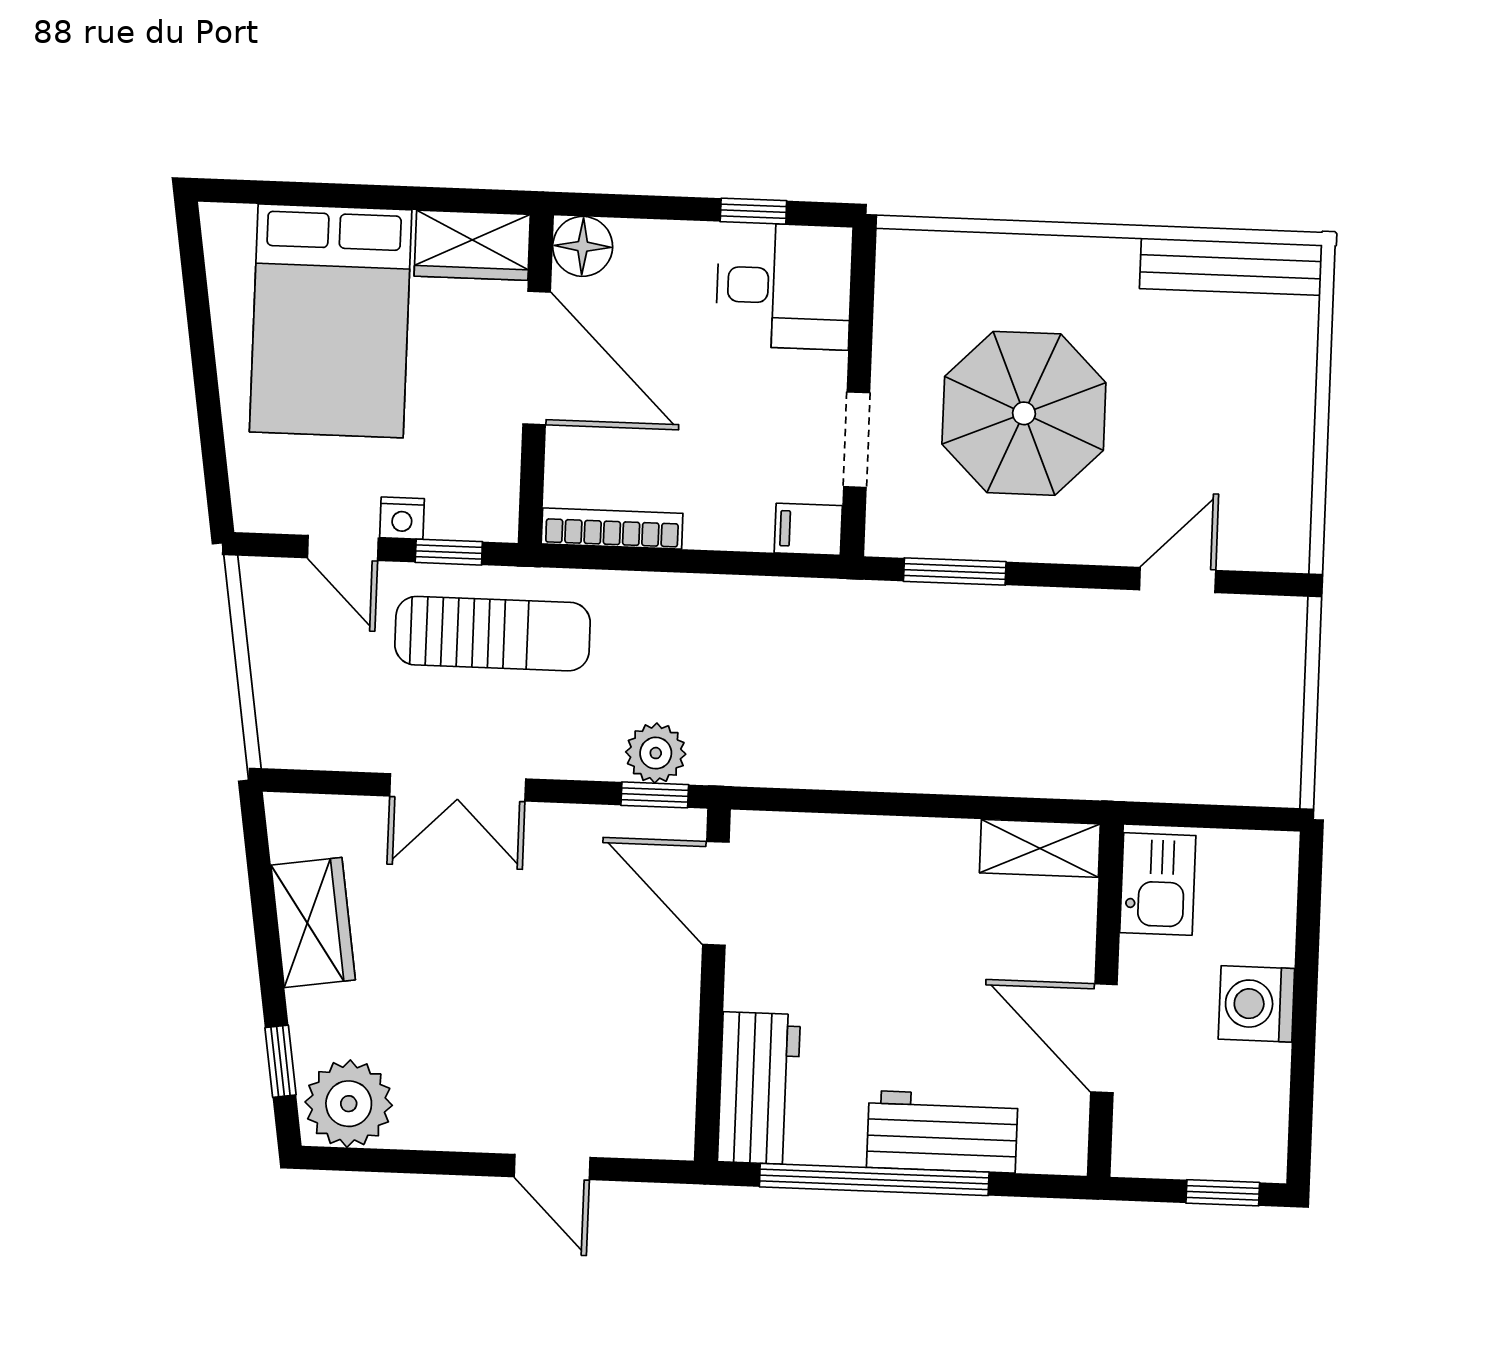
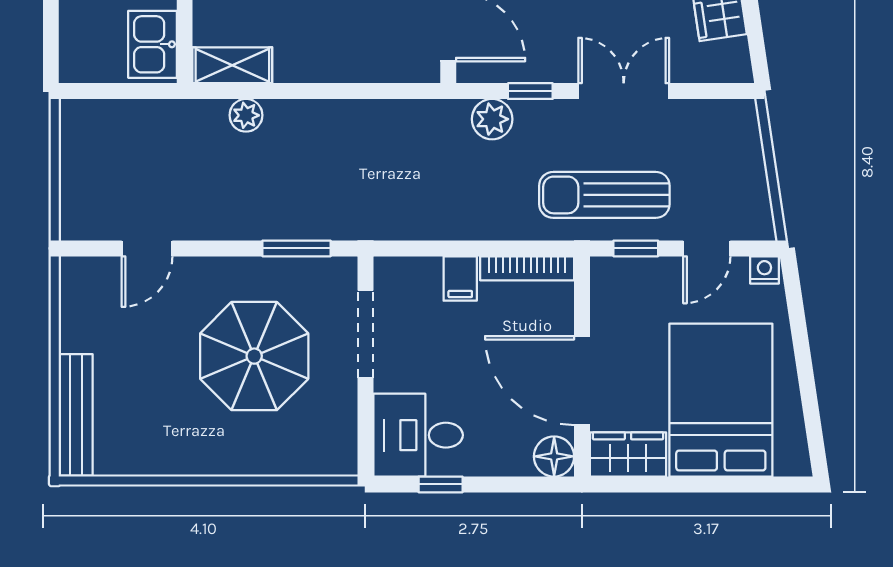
bench: (1231, 267) -> (76, 415), moved, turned 90
doorway: (857, 440) -> (366, 334), width x1.38
nightstand: (402, 518) -> (764, 270), moved
filing cabinet: (808, 529) -> (460, 278), moved, turned 90
door: (343, 548) -> (707, 248), swing flipped
plant: (1022, 773) -> (246, 115), added
window: (655, 795) -> (530, 91), moved

